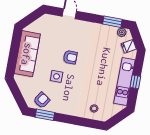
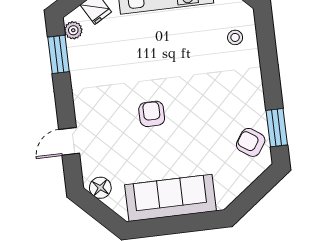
floor lamp: (43, 22) -> (100, 188), added
side table: (57, 76) -> (196, 128), removed

